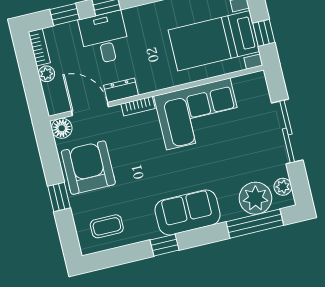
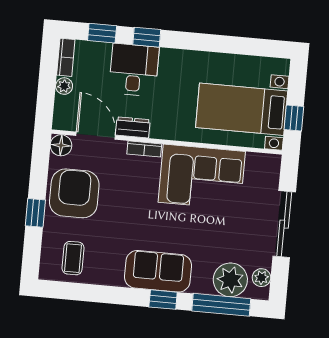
coffee table: (107, 226) -> (73, 258), turned 90
window: (165, 245) -> (163, 300), moved

